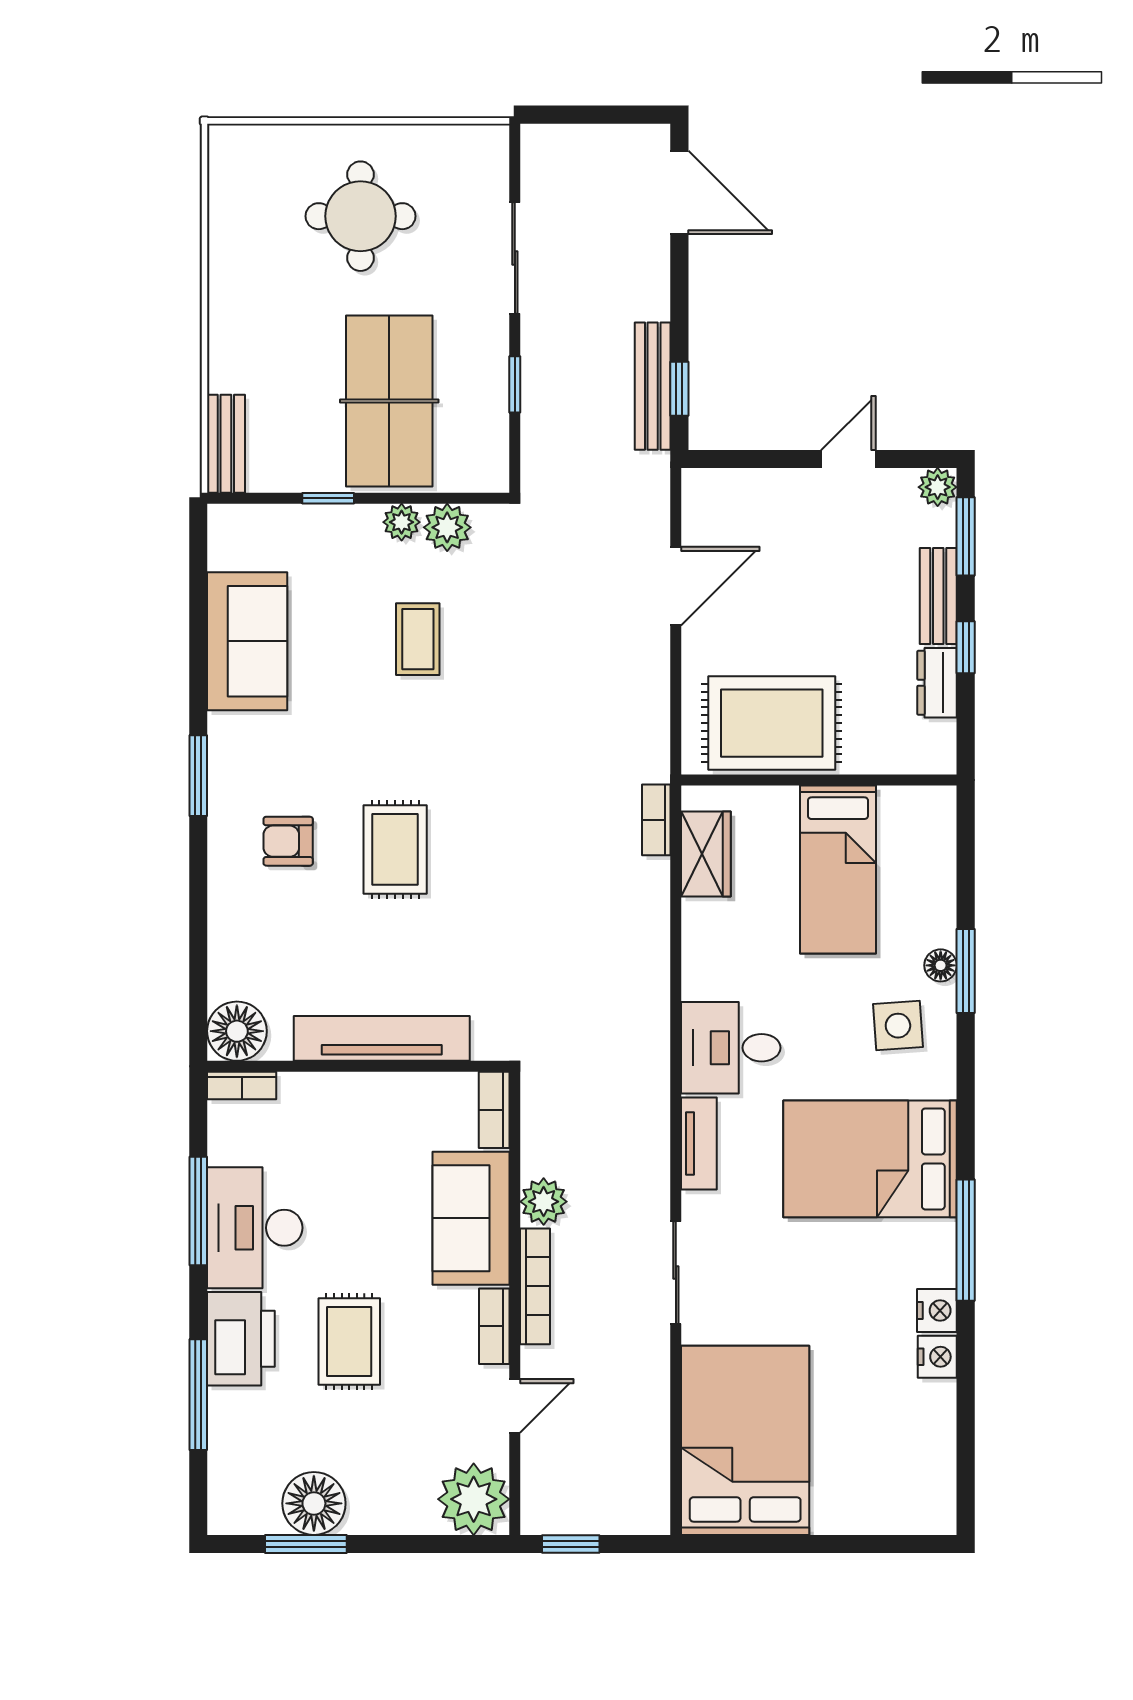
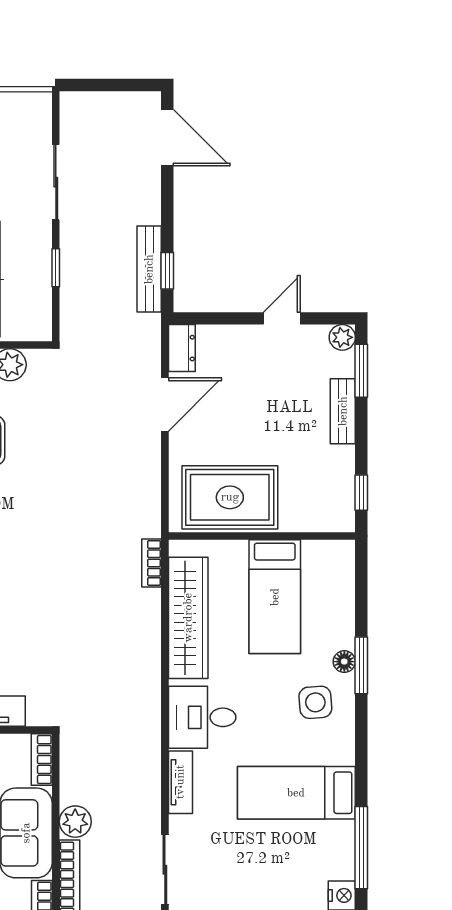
window: (966, 647) -> (361, 493), moved
dresser: (937, 683) -> (182, 348), moved, turned 180
wardrobe: (706, 854) -> (188, 618), width x2.10, depth x1.17
bed: (870, 1159) -> (296, 793), width x0.67

